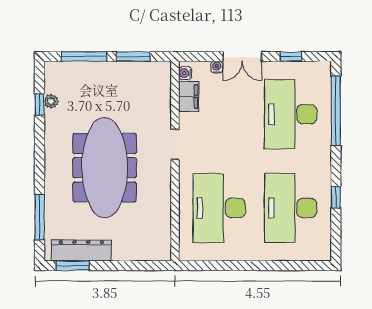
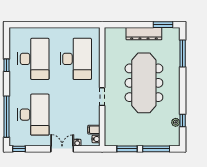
window: (291, 57) -> (19, 149), moved
filing cabinet: (189, 96) -> (94, 130), width x0.50
dresser: (81, 250) -> (144, 34), moved

